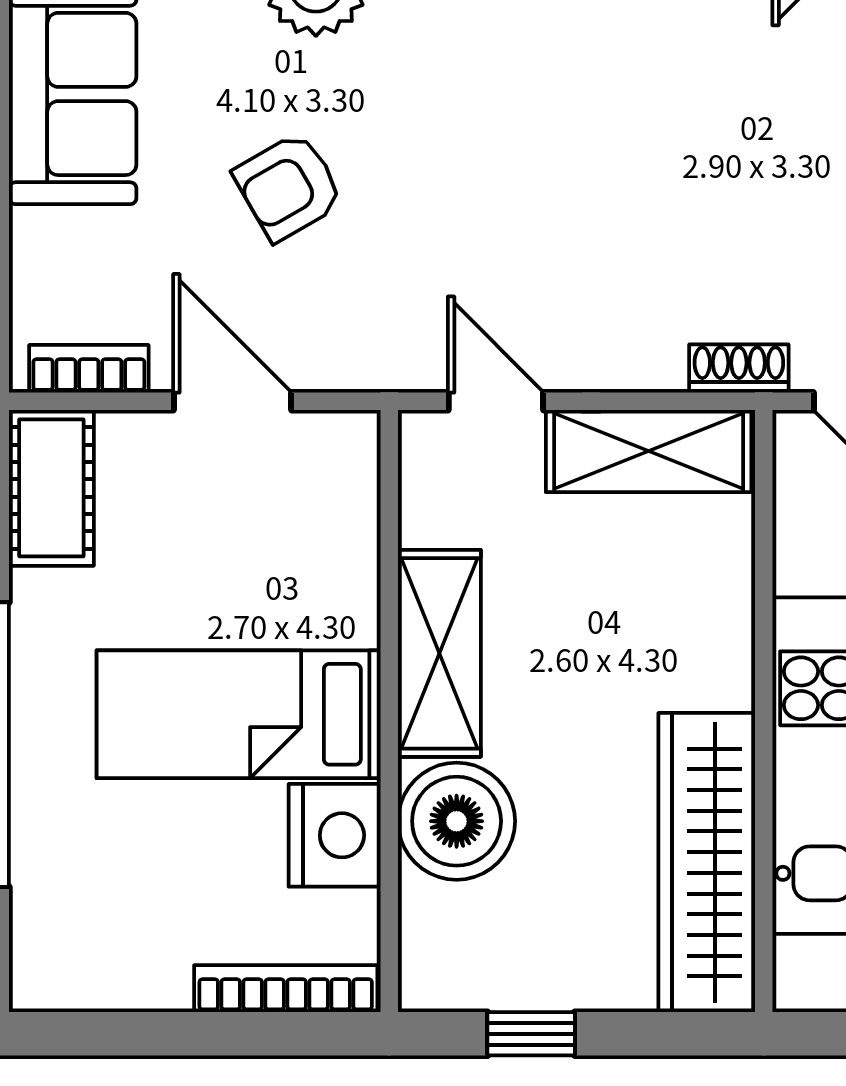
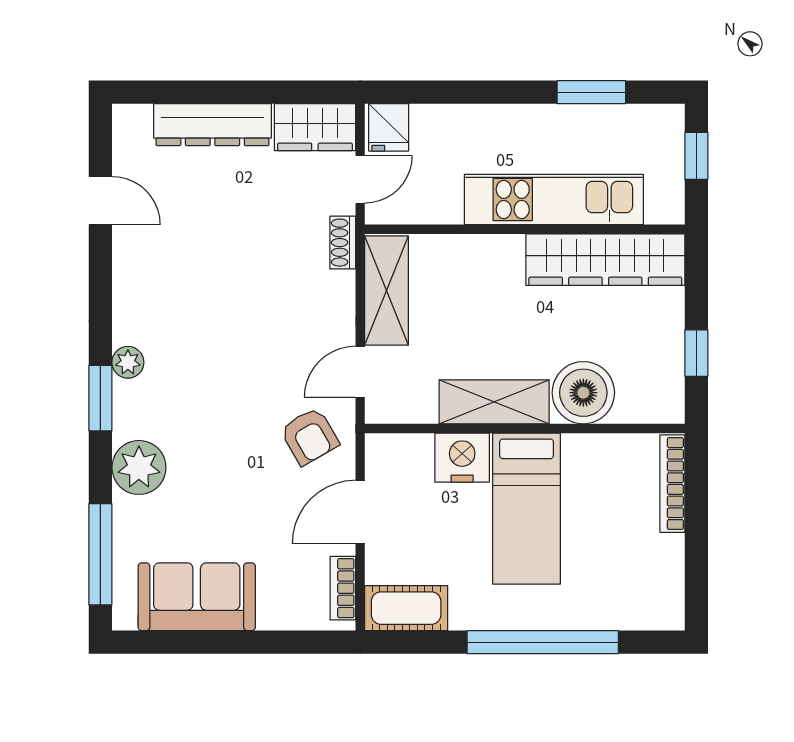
armchair: (289, 187) -> (309, 436), moved
nightstand: (335, 835) -> (462, 458), moved

